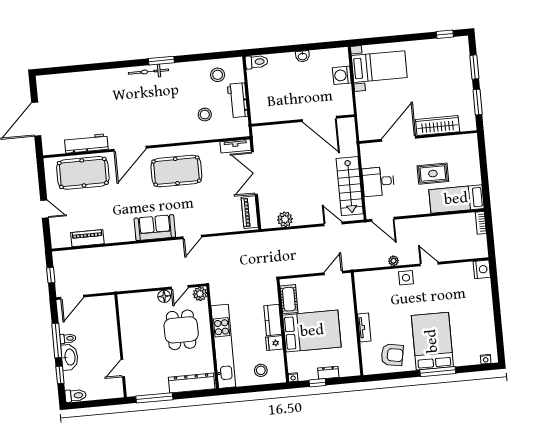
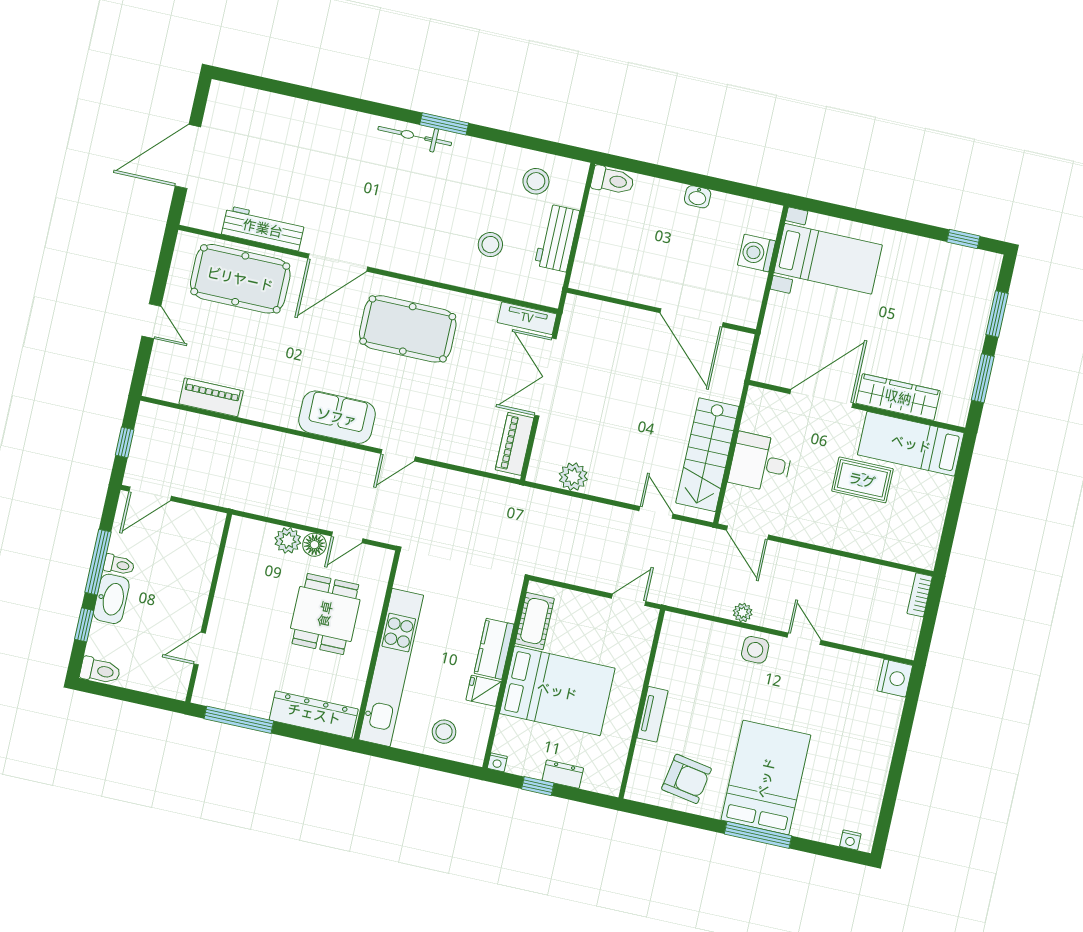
bed: (456, 199) -> (911, 444), moved
plant: (200, 294) -> (288, 540), moved

